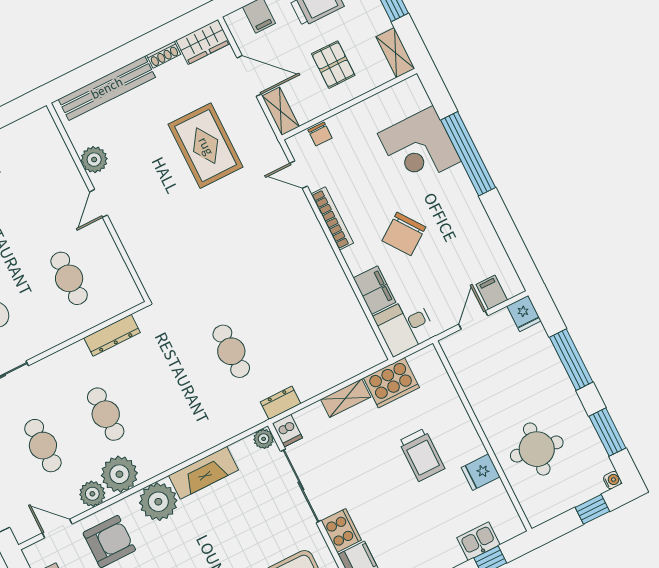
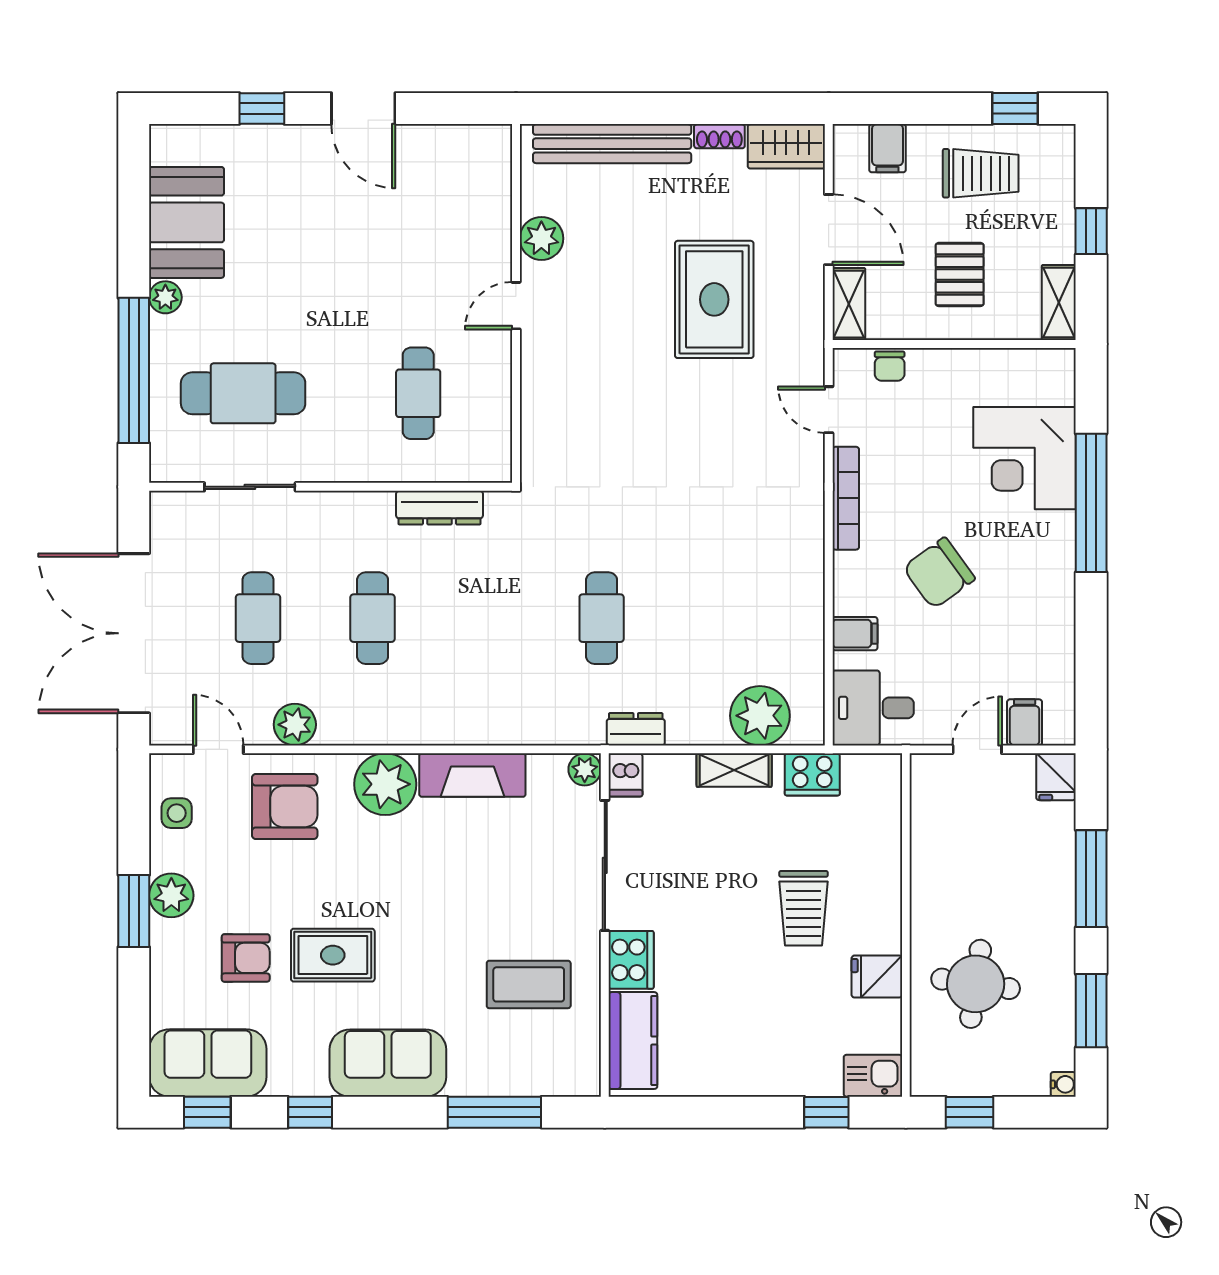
filing cabinet: (374, 290) -> (855, 634), width x0.50
cooker: (391, 383) -> (812, 774), width x0.73, depth x0.76
plant: (119, 474) -> (760, 716), moved
window: (592, 509) -> (970, 1112), moved
kitchen sink: (478, 541) -> (873, 1076), moved

